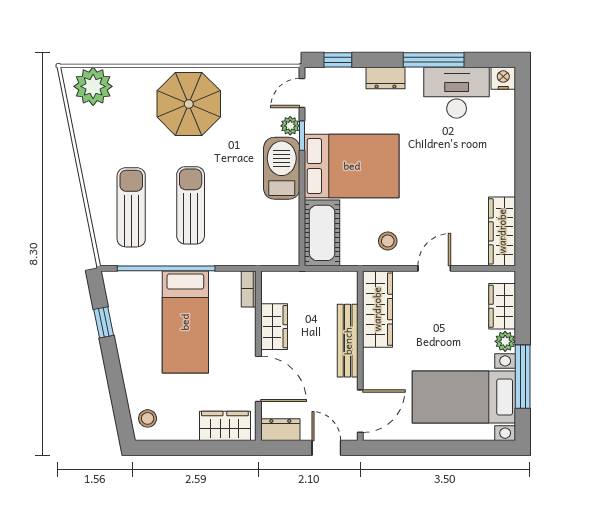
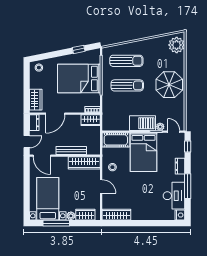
bed: (185, 322) -> (79, 78), width x1.50
wardrobe: (274, 327) -> (91, 120), moved

